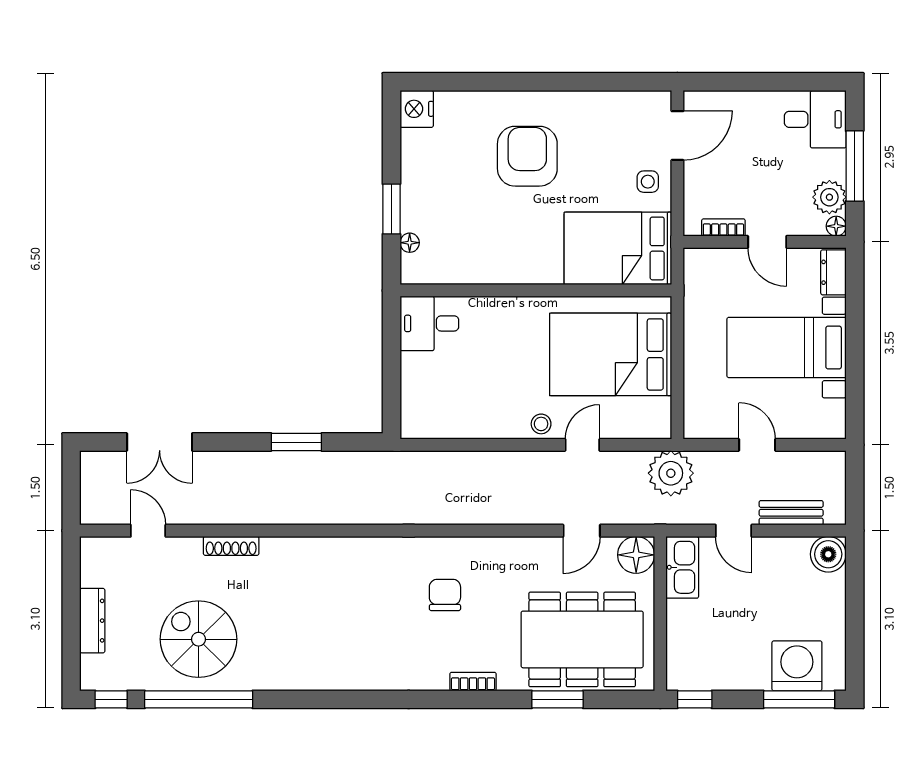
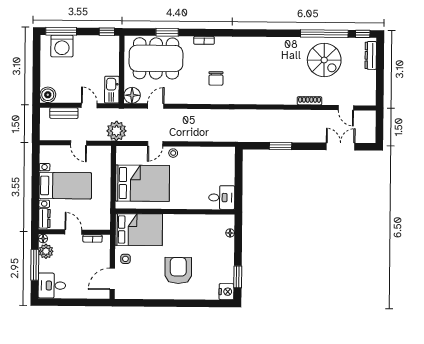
armchair: (527, 156) -> (178, 270), turned 180
window: (391, 209) -> (238, 277), moved
dresser: (92, 621) -> (371, 55), moved

